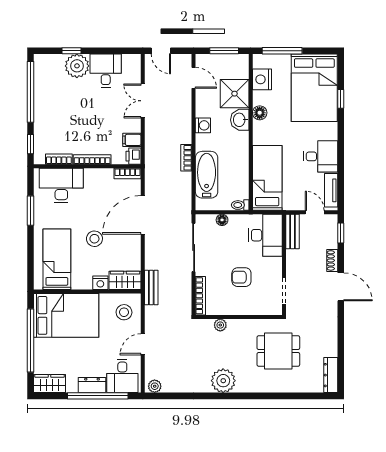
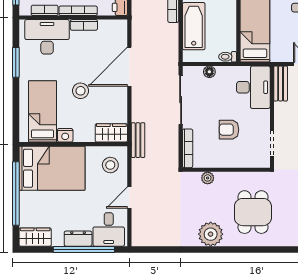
bookcase: (127, 173) -> (84, 25), moved
nightstand: (100, 283) -> (65, 135), moved
dining table: (278, 351) -> (253, 212), moved, turned 90
plant: (155, 386) -> (141, 240), removed

